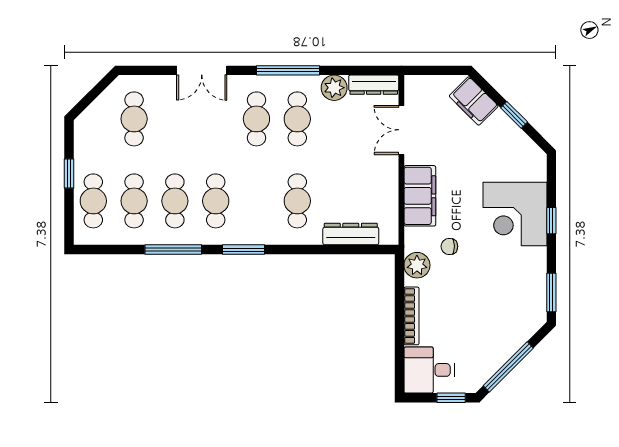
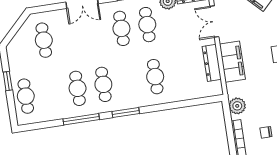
cafe table: (134, 201) -> (52, 92), removed
dresser: (351, 234) -> (212, 63), moved, turned -90
chair: (449, 246) -> (266, 132), moved

